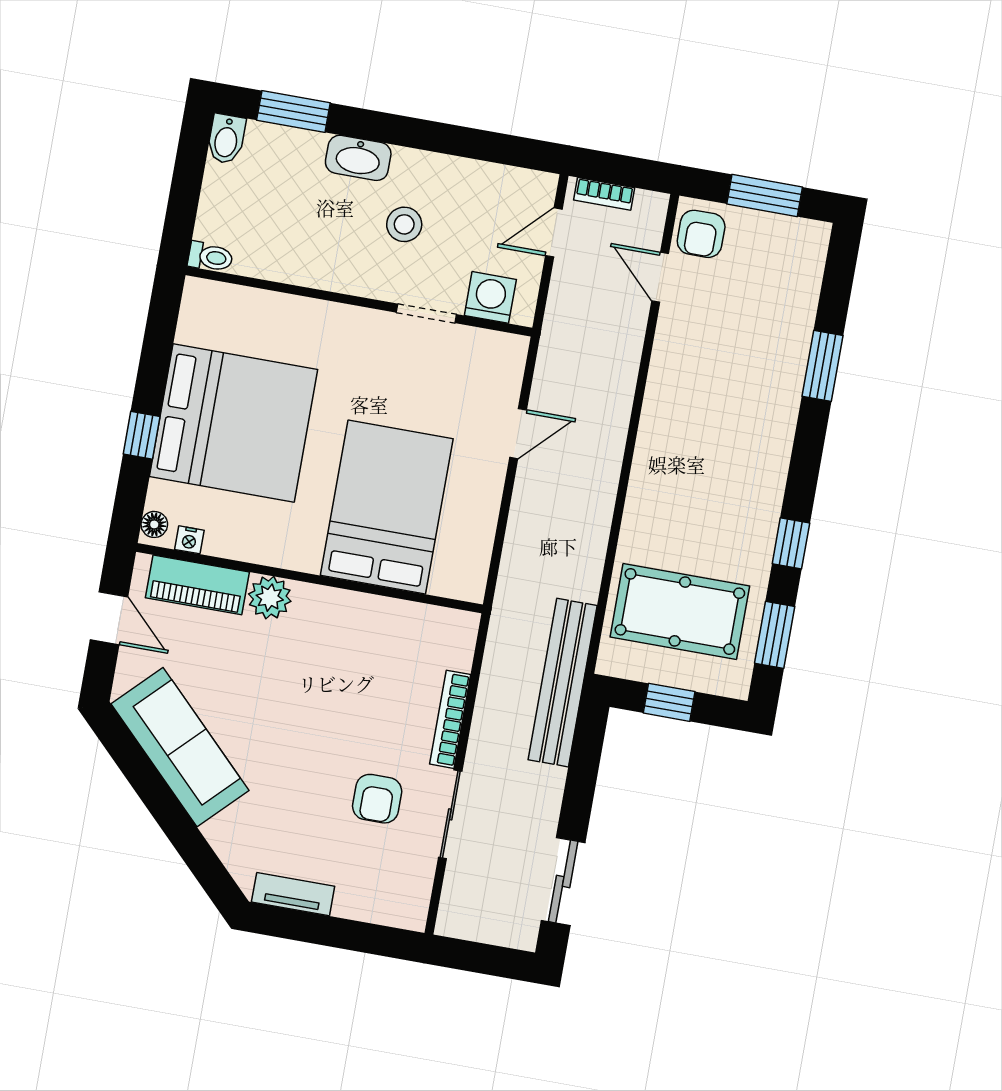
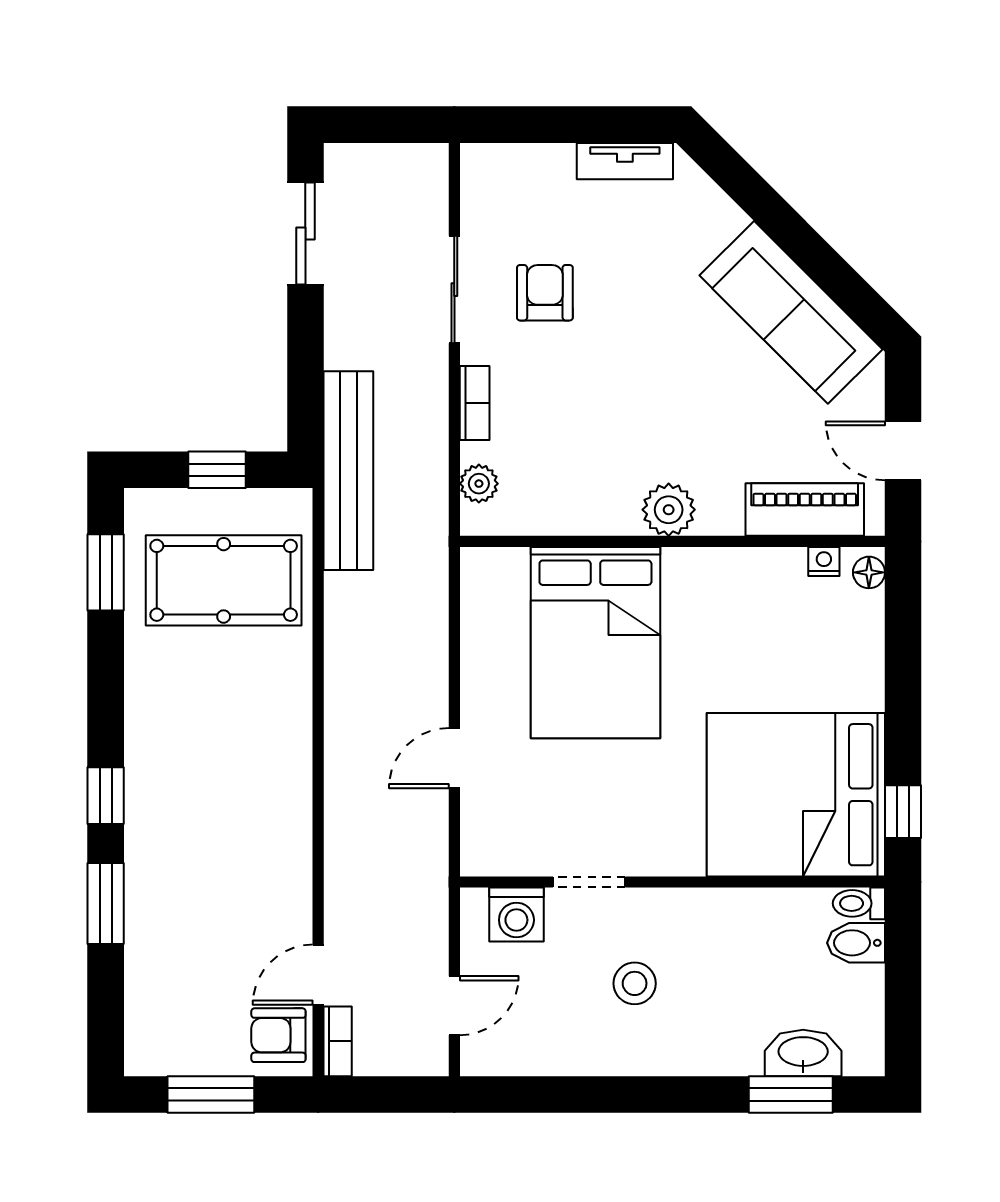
bidet: (226, 139) -> (856, 943), moved, turned -90
washbasin: (358, 158) -> (803, 1053), moved
bookcase: (604, 194) -> (338, 1041), moved, turned 90
armchair: (701, 234) -> (278, 1035), turned -90
door: (660, 277) -> (318, 975), swing flipped
bed: (234, 423) -> (796, 795), moved
window: (142, 435) -> (903, 812), moved
window: (791, 543) -> (106, 796), moved
plant: (270, 598) -> (669, 510), moved
plant: (458, 653) -> (479, 484), added
bookcase: (450, 719) -> (475, 403), width x0.64

